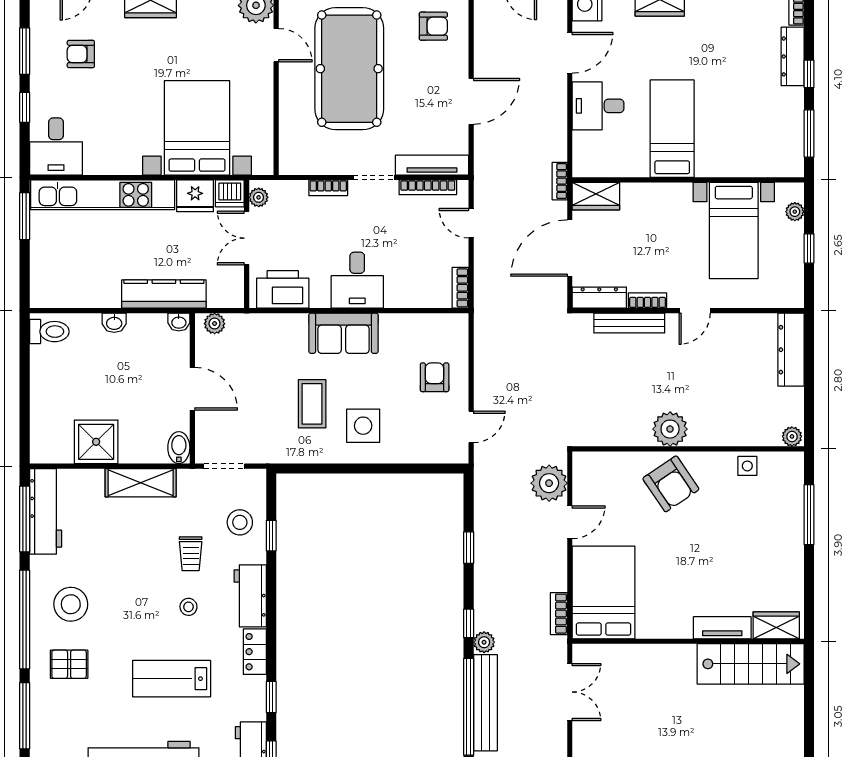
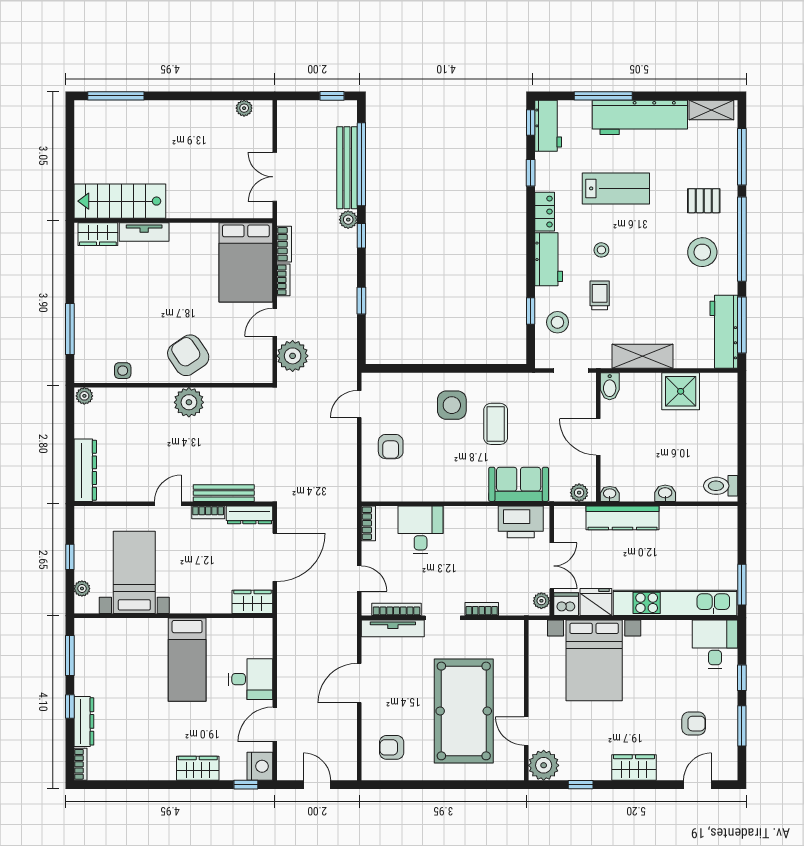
bookcase: (560, 181) -> (283, 280), moved
desk: (357, 280) -> (421, 530), moved
sofa: (343, 333) -> (519, 484), moved

